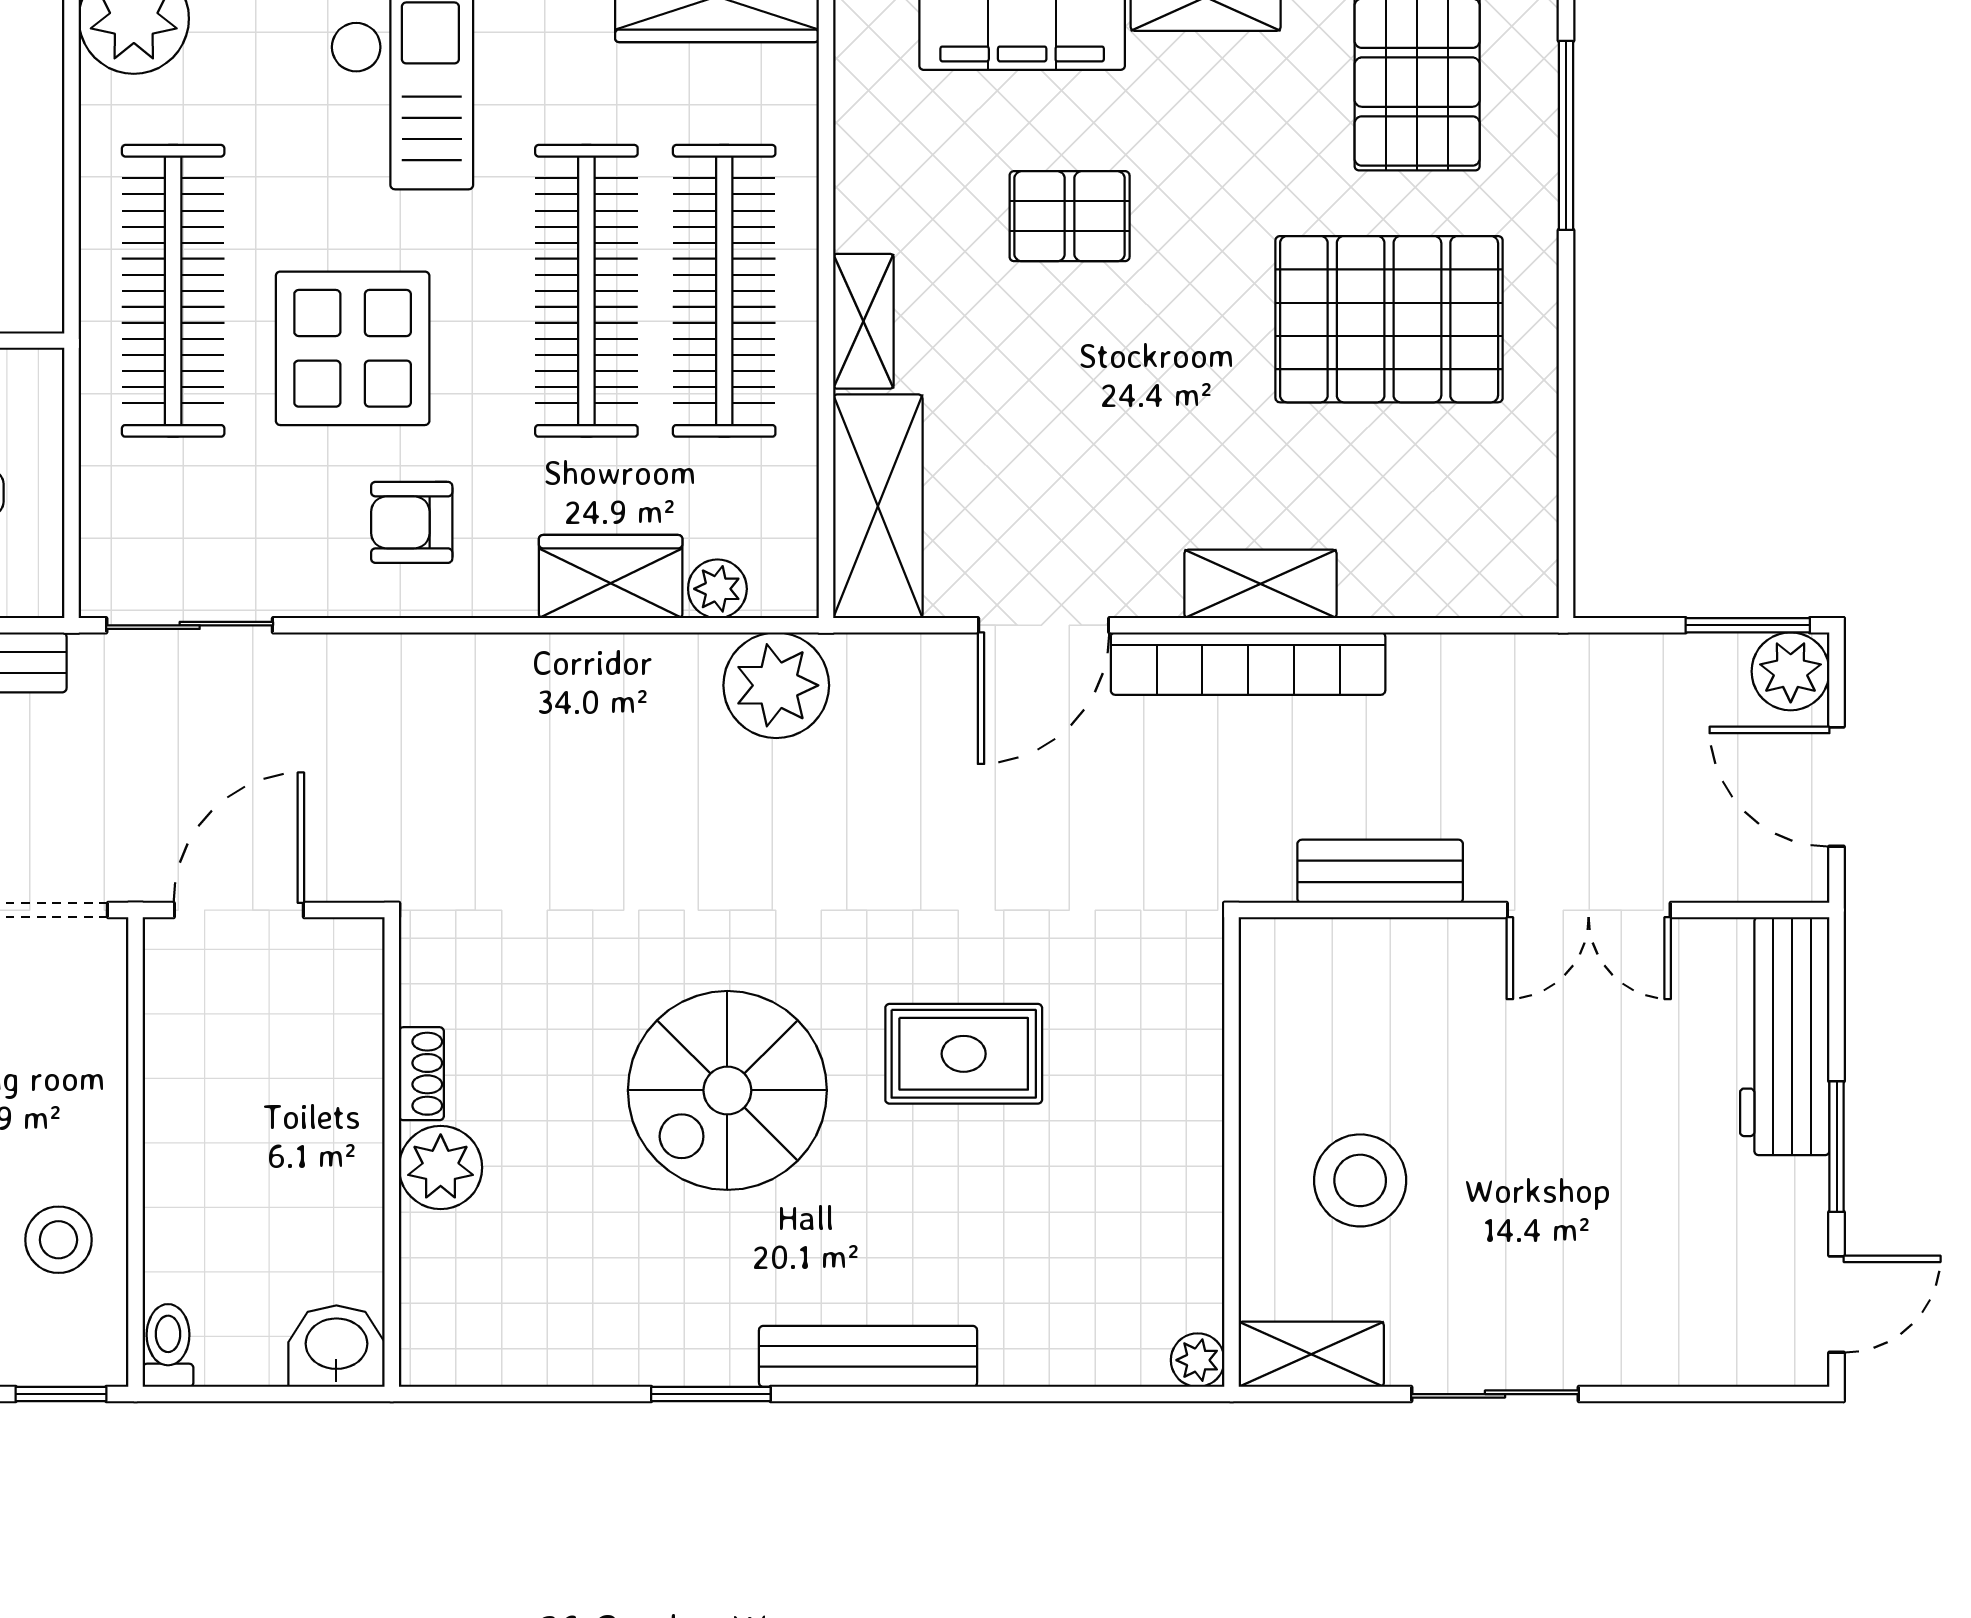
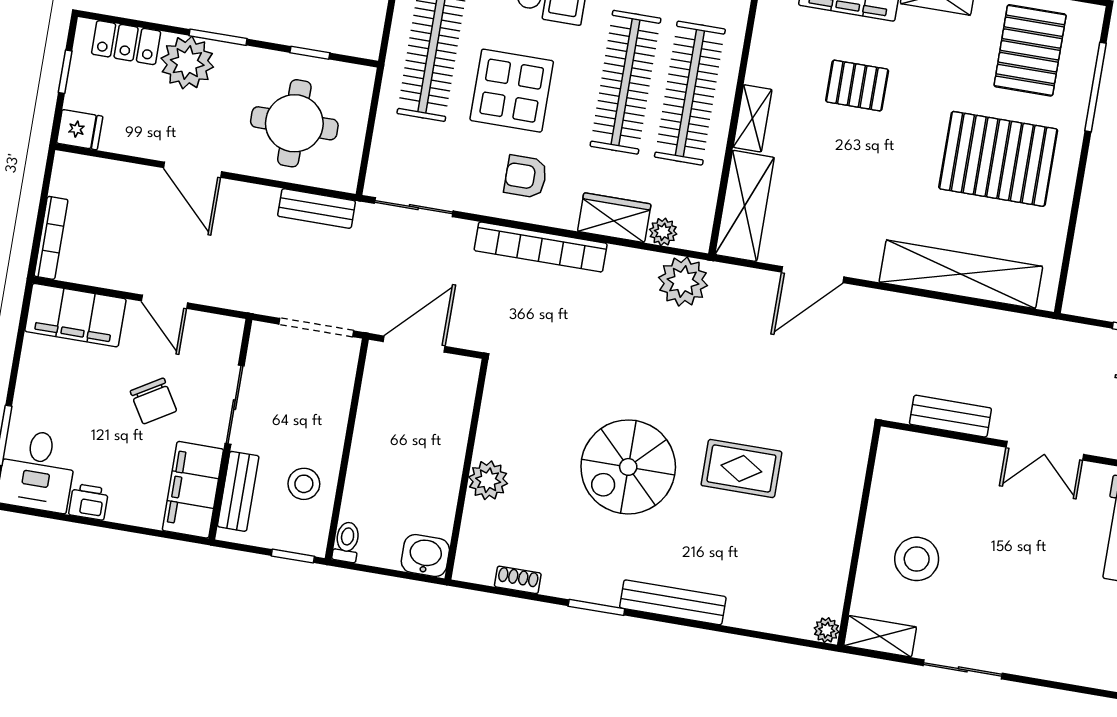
shelving: (1261, 584) -> (961, 274), width x2.20, depth x1.33
bookcase: (1248, 664) -> (541, 247), moved
shoe rack: (421, 1074) -> (518, 580), moved, turned -90

